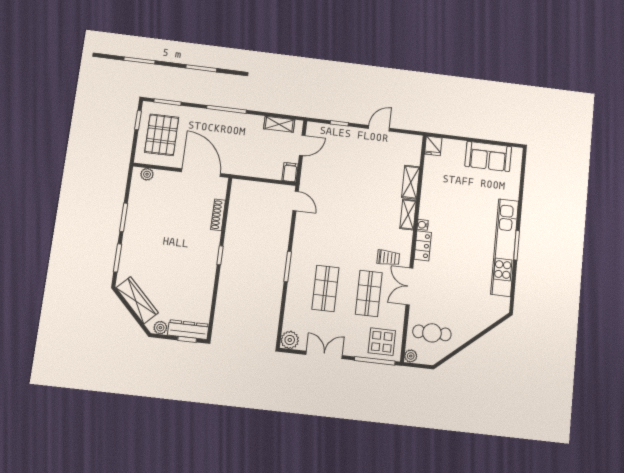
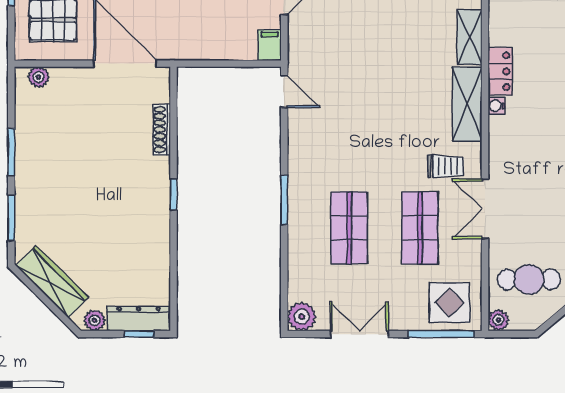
shelving: (408, 214) -> (467, 104), width x1.50, depth x1.33
locker: (423, 246) -> (500, 71), moved

